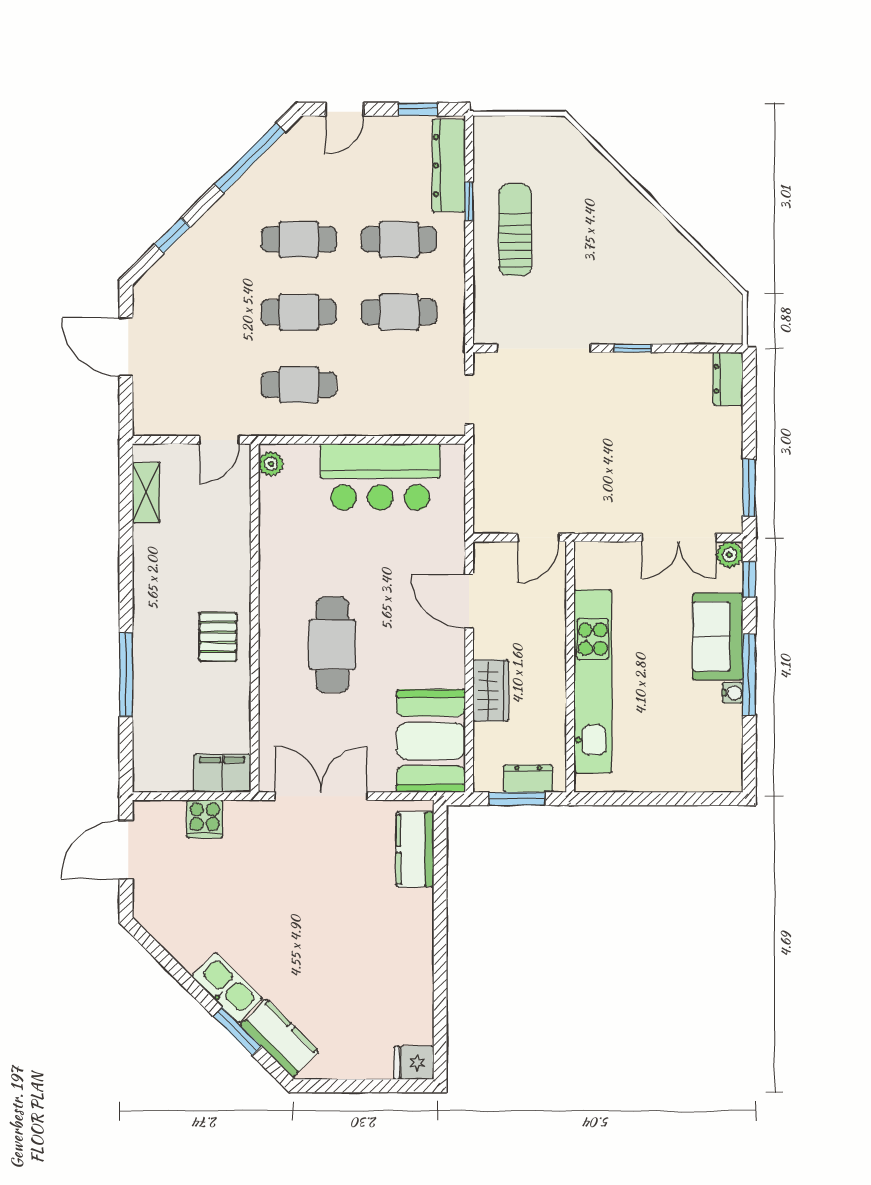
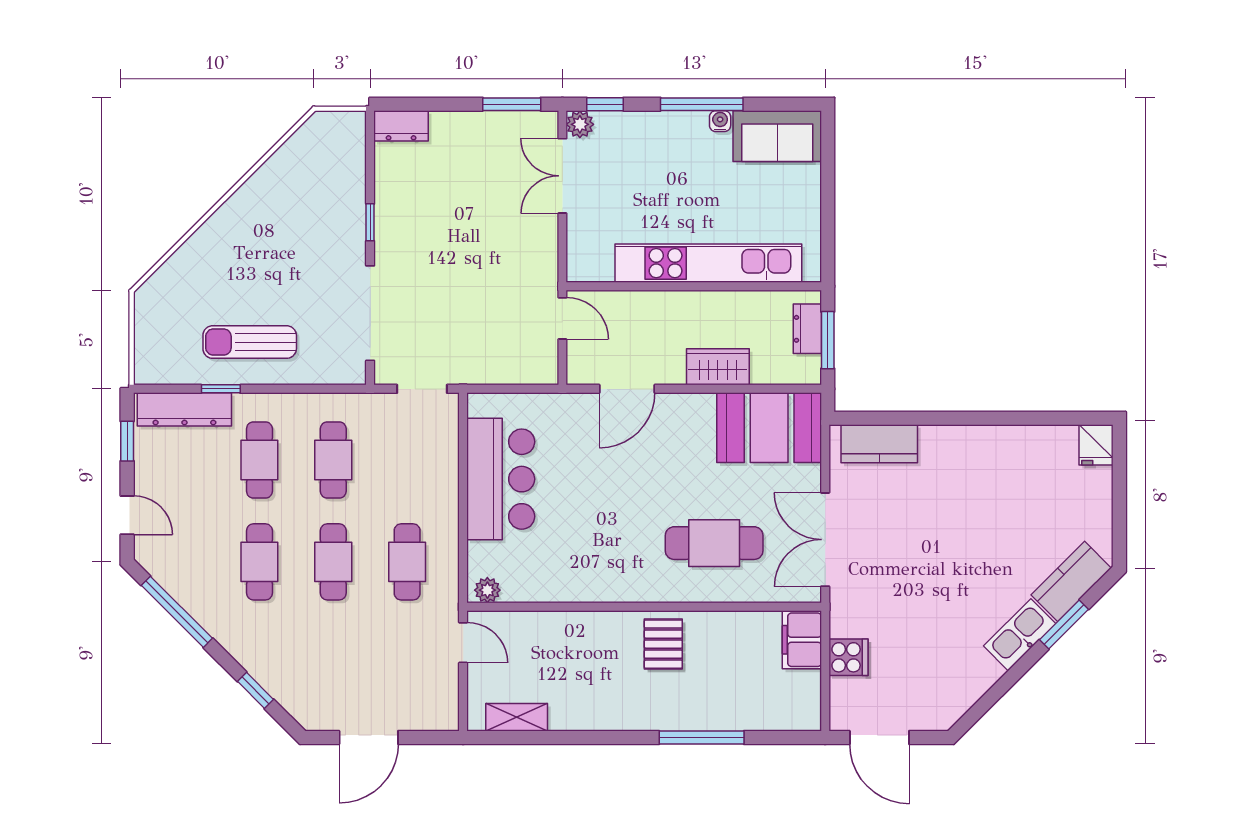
double door: (679, 538) -> (562, 176), swing flipped
sofa: (718, 636) -> (777, 136), moved
pallet: (218, 637) -> (663, 644), turned 90
cafe table: (332, 645) -> (714, 543), moved

